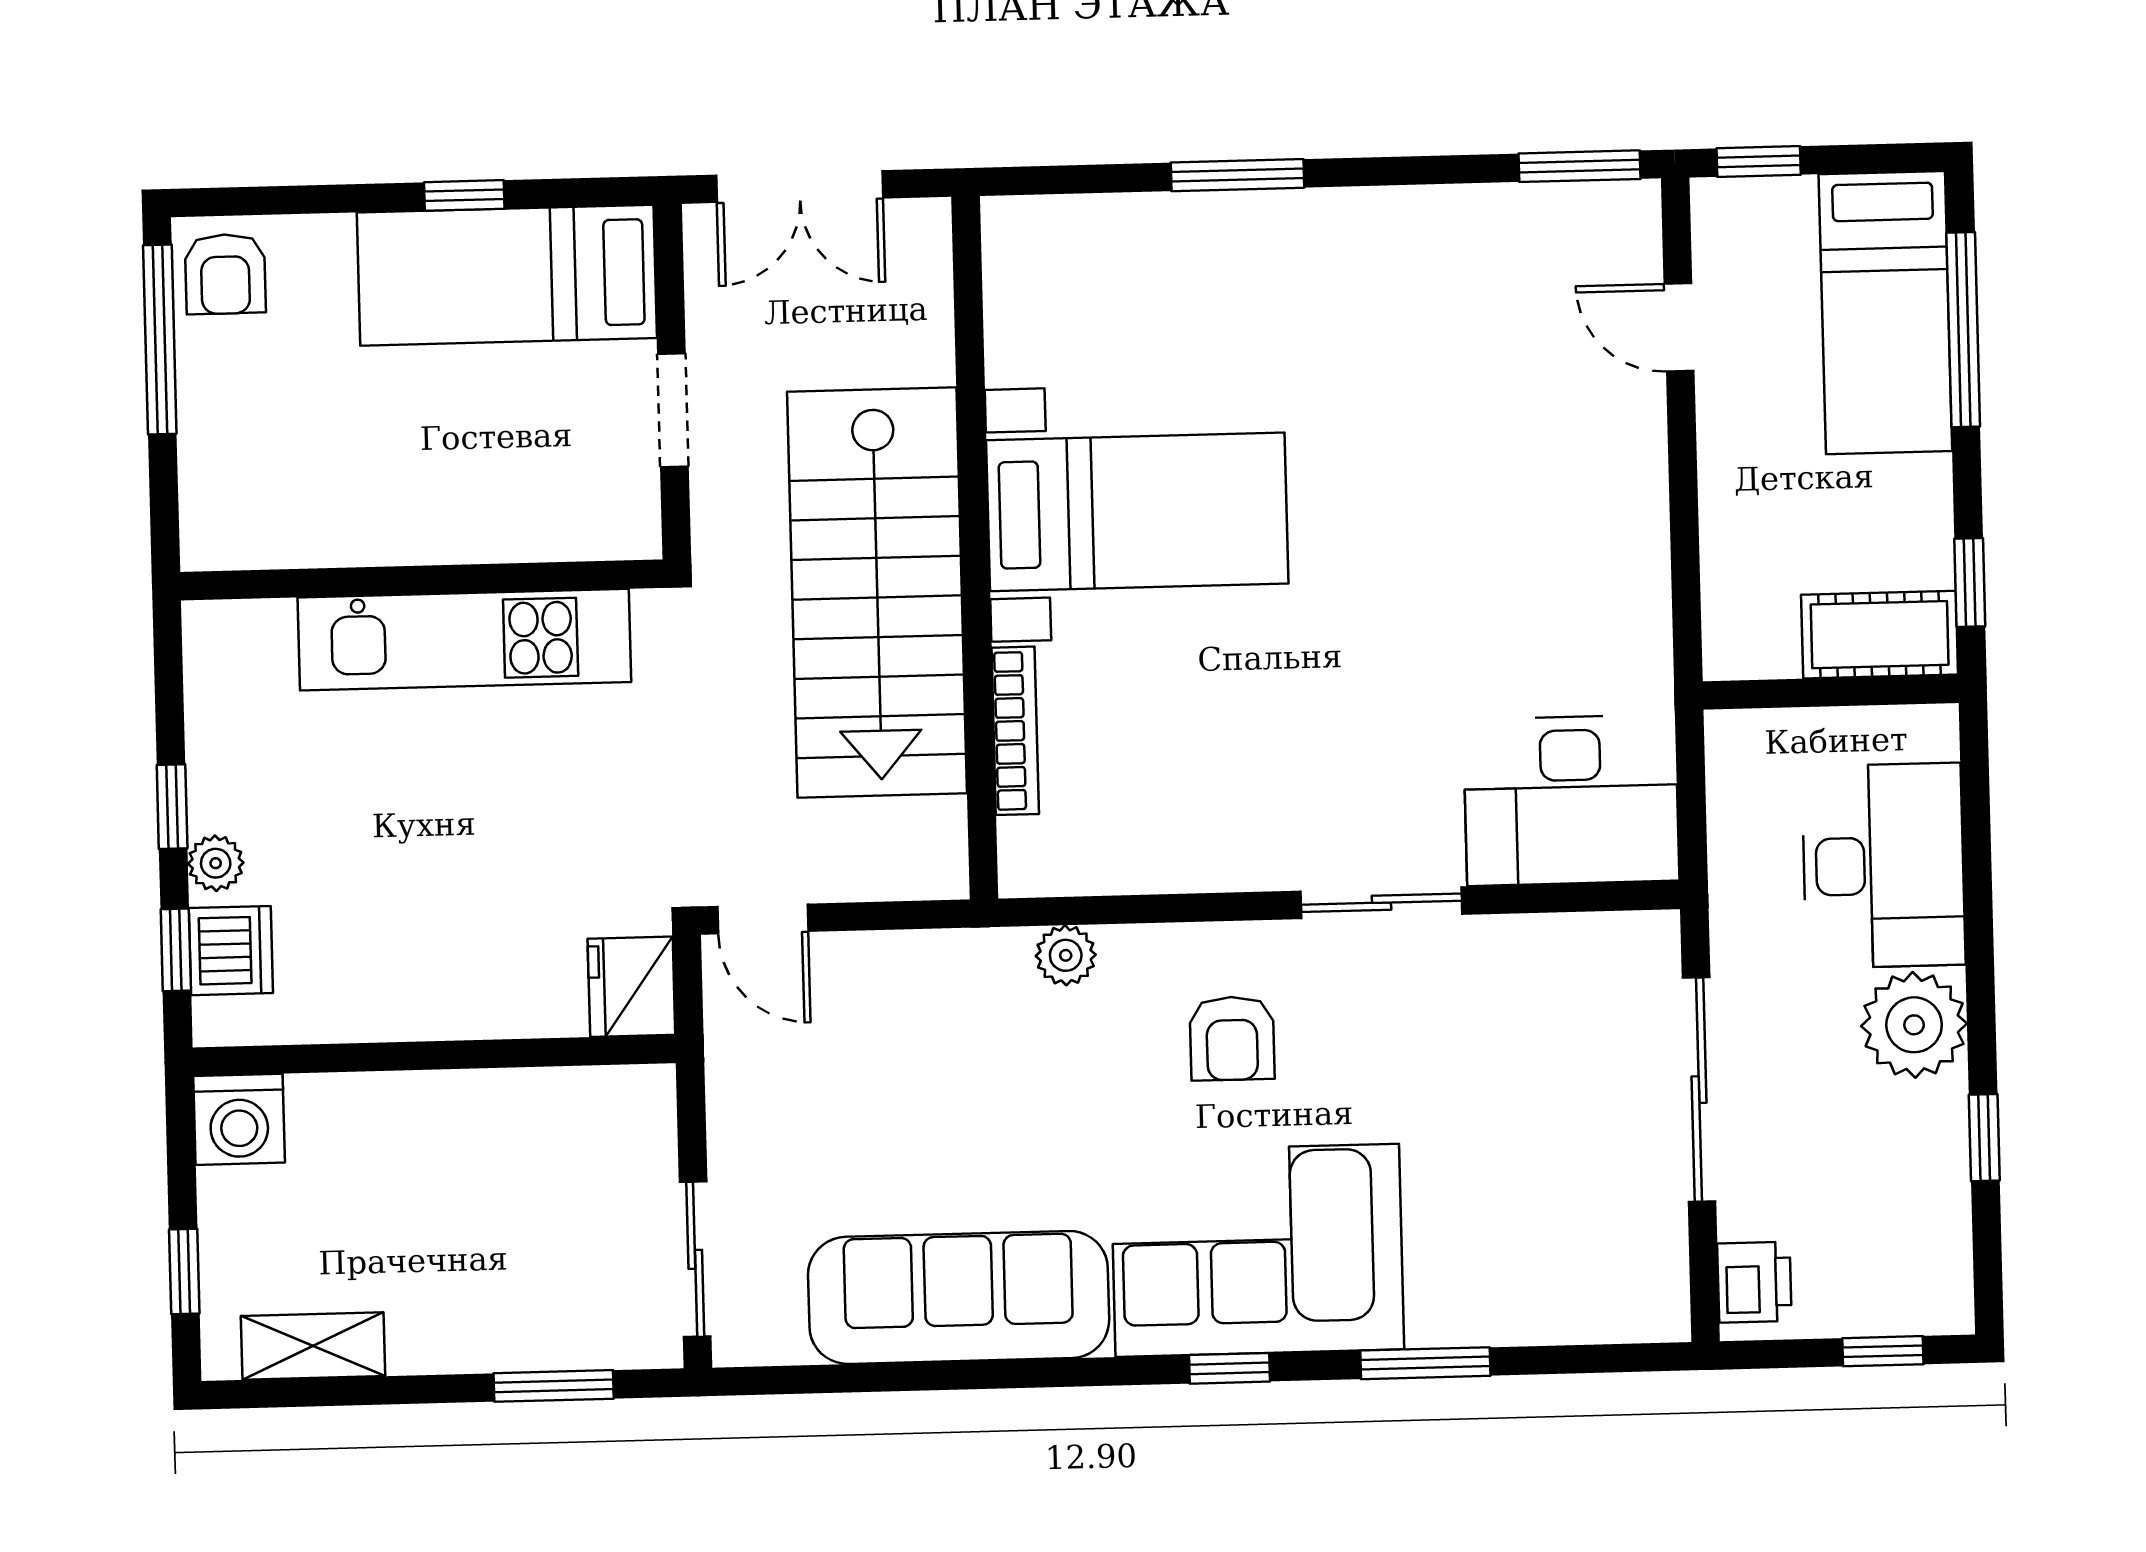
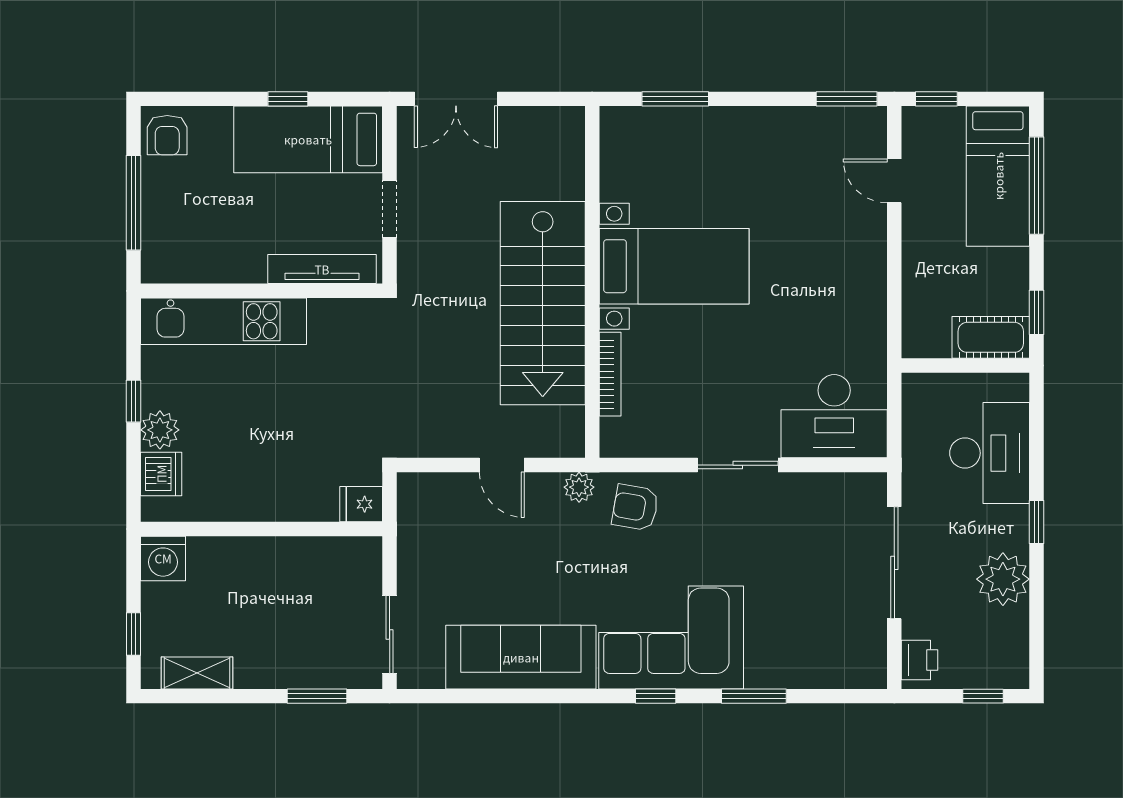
window: (160, 339) -> (134, 203), moved
bed with nightstands: (1137, 512) -> (674, 266), moved
tv unit: (541, 533) -> (322, 269), added
wall: (975, 548) -> (592, 282), moved
stairs: (877, 593) -> (543, 303), moved
kitchen unit: (464, 640) -> (224, 321), moved
bookcase: (1015, 731) -> (610, 374), moved
plant: (216, 863) -> (160, 430), width x1.38, depth x1.38
door: (763, 919) -> (502, 465), moved
window: (176, 950) -> (134, 473), removed
fridge: (631, 987) -> (361, 504), width x0.72
plant: (1914, 1025) -> (1003, 579), moved
armchair: (1232, 1038) -> (635, 507), moved, turned 100
window: (1984, 1138) -> (1037, 522), moved

